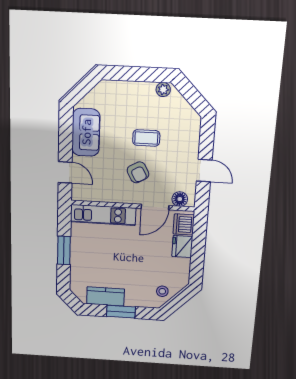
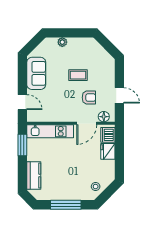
plant: (163, 90) -> (62, 42), moved
armchair: (138, 172) -> (89, 98), moved, turned -61
window: (64, 250) -> (22, 145), moved
kitchen counter: (106, 296) -> (34, 175), moved, turned 90
window: (121, 312) -> (66, 205), width x1.44

